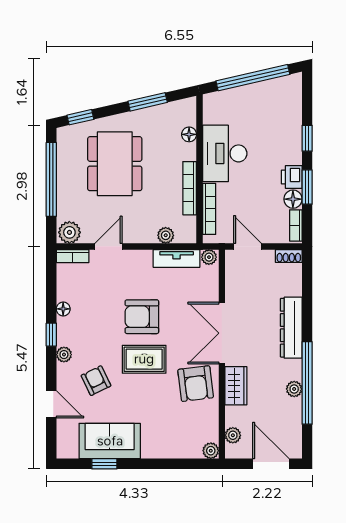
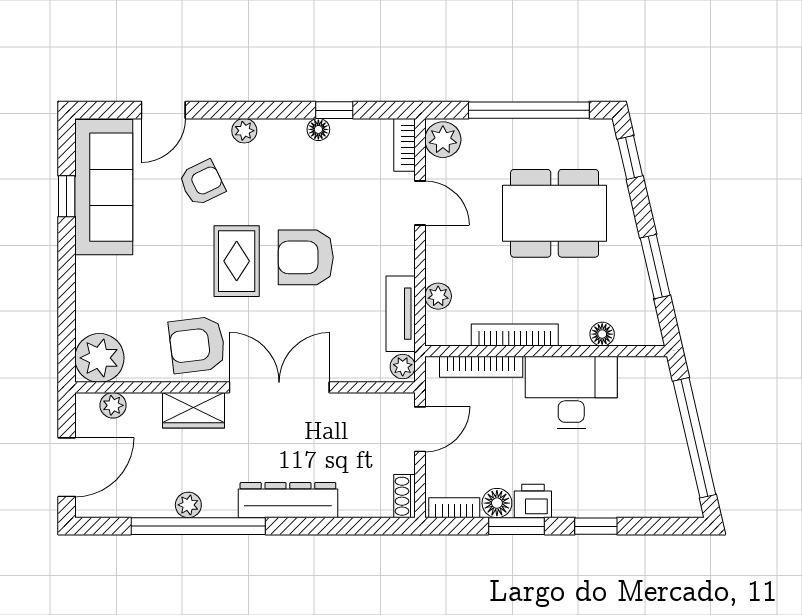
armchair: (142, 317) -> (306, 257), turned -90
window: (51, 335) -> (334, 110), moved
sofa: (110, 441) -> (104, 187), width x1.36
plant: (211, 451) -> (99, 358), width x1.87, depth x1.87

